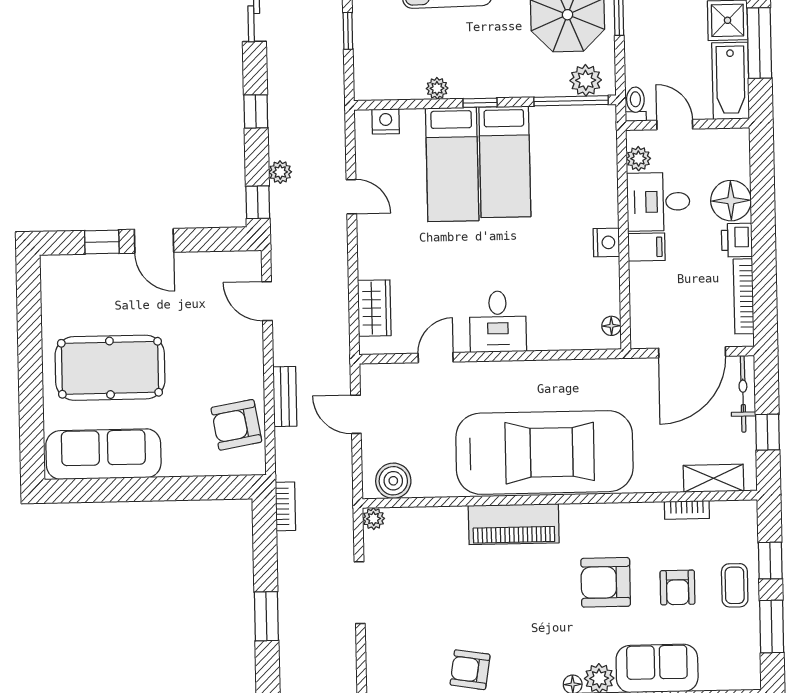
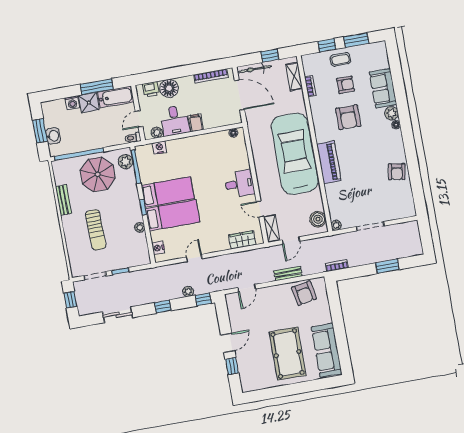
printer: (737, 240) -> (151, 89), moved
nightstand: (606, 242) -> (159, 148), moved
shelving: (389, 376) -> (272, 229), added

